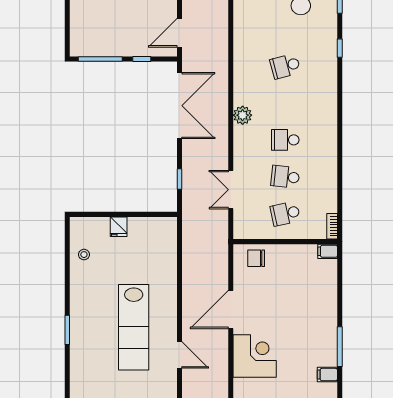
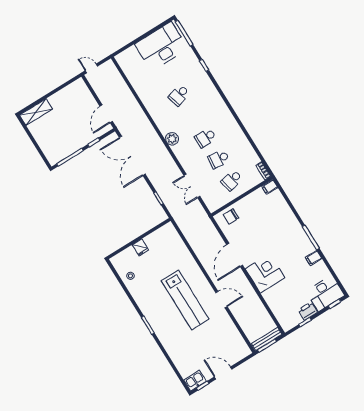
double door: (179, 106) -> (132, 156), swing flipped

